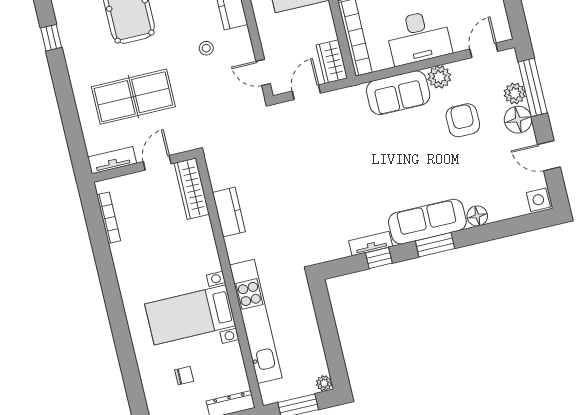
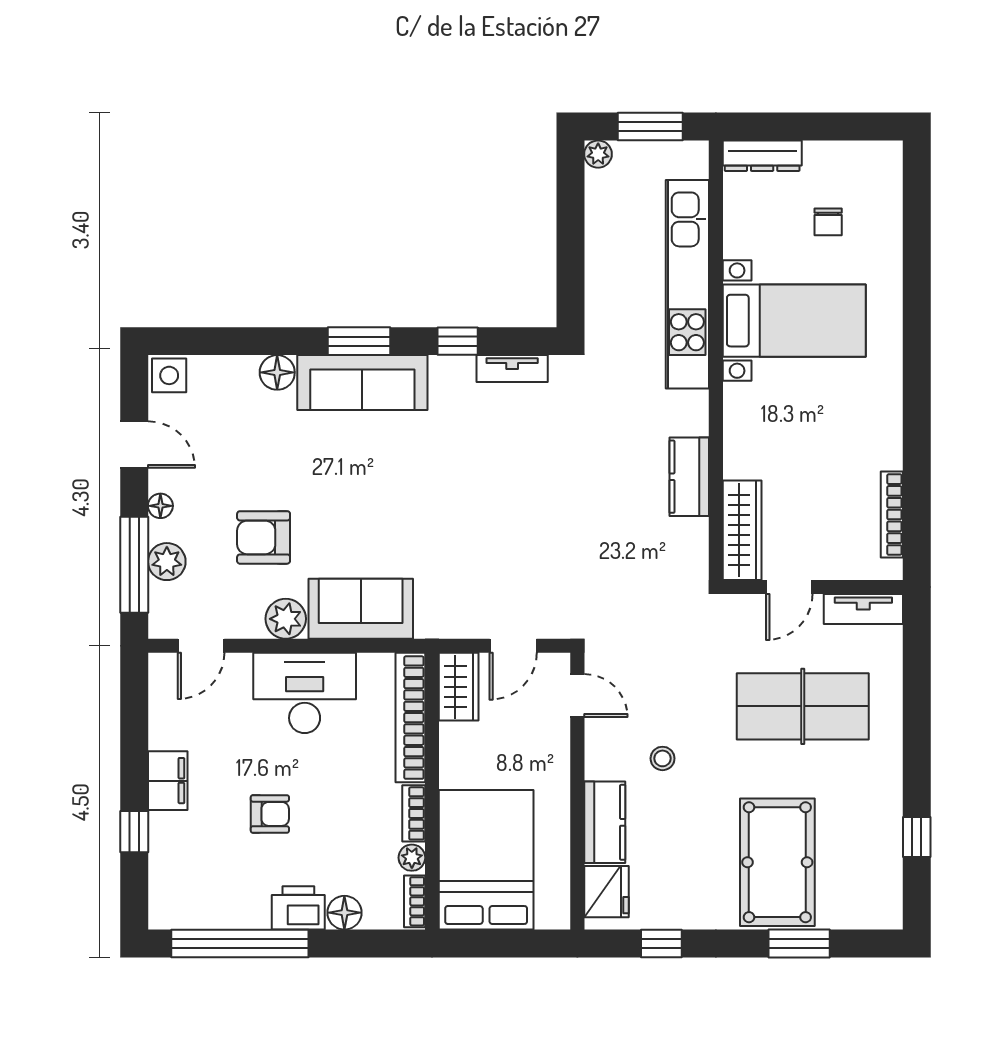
armchair: (463, 120) -> (264, 537), turned 90
floor lamp: (518, 120) -> (160, 506), width x0.53, depth x0.53
tv unit: (371, 244) -> (512, 369), moved
chair: (184, 376) -> (828, 222), turned -90

